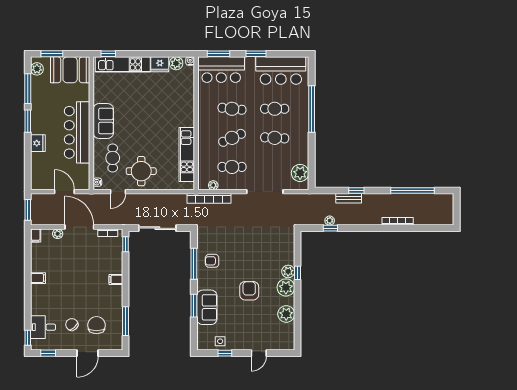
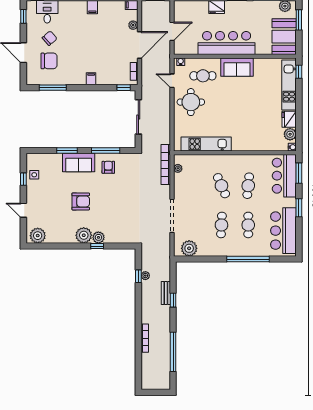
cafe table: (232, 167) -> (195, 186), removed
sofa: (207, 307) -> (79, 163), moved
plant: (286, 314) -> (38, 236), moved

